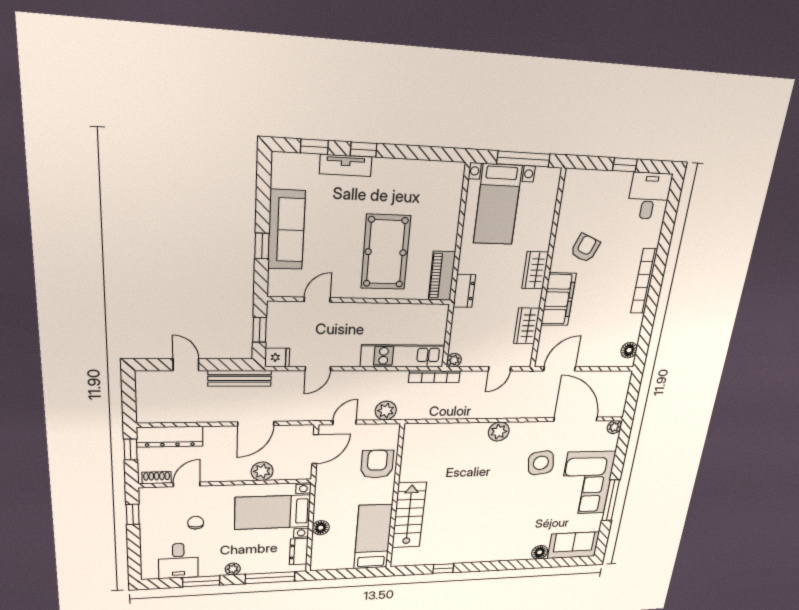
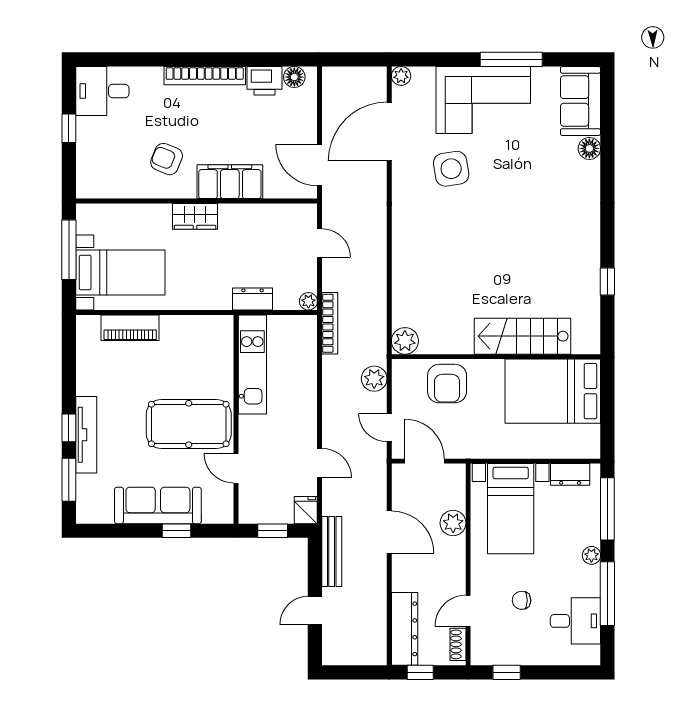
window: (314, 147) -> (69, 480), width x1.50
tv unit: (346, 165) -> (86, 435), width x1.41
pool table: (386, 252) -> (189, 424), moved
piano: (442, 276) -> (130, 328), moved
dresser: (464, 291) -> (253, 299), moved
wardrobe: (527, 326) -> (264, 216), removed
printer: (631, 328) -> (264, 81), added
kitchen unit: (403, 356) -> (252, 364), moved, turned 180
plant: (499, 432) -> (405, 341), moved
armchair: (377, 464) -> (447, 384), turned -90
door: (187, 484) -> (468, 611), hinge flipped
floor lamp: (321, 528) -> (536, 448), removed
bed: (373, 537) -> (553, 391), width x1.50
window: (201, 581) -> (607, 594), width x1.44

